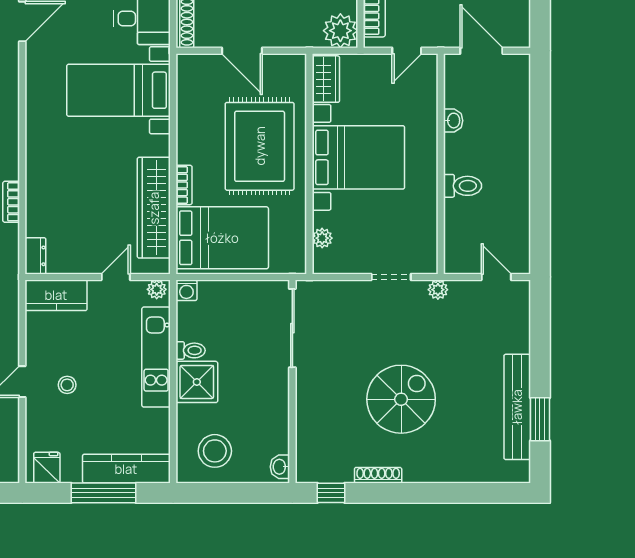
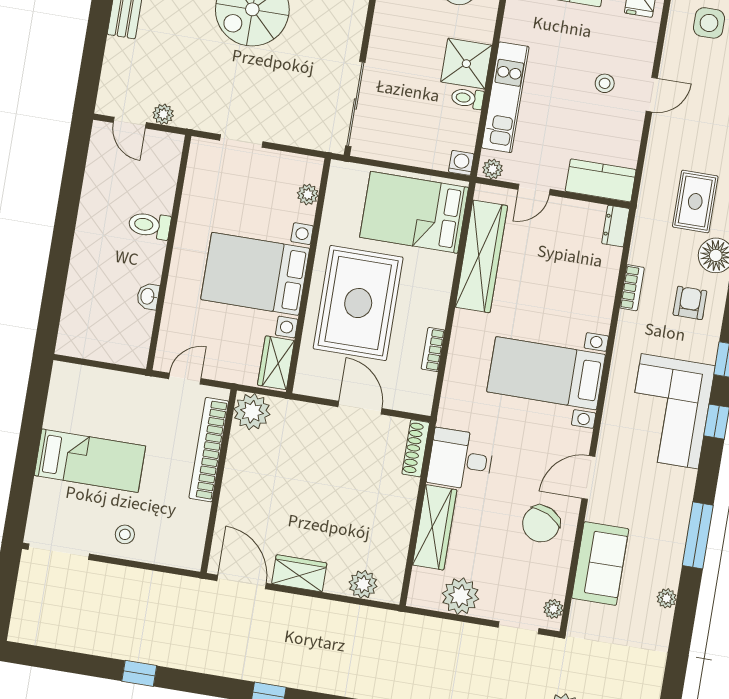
door: (481, 51) -> (106, 366), removed
bed with nightstands: (119, 90) -> (546, 373), moved, turned 180
bookcase: (184, 185) -> (433, 350), moved
plant: (438, 290) -> (163, 114), moved

